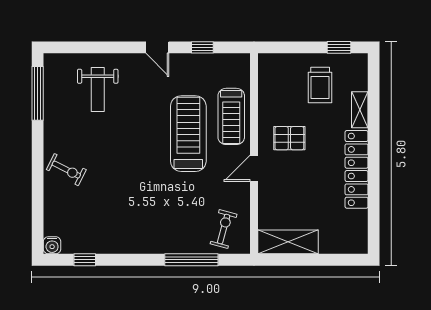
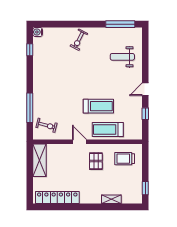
trolley: (320, 85) -> (125, 159), moved
treadmill: (188, 134) -> (98, 106), width x0.73, depth x0.73
locker: (357, 169) -> (57, 198), moved

